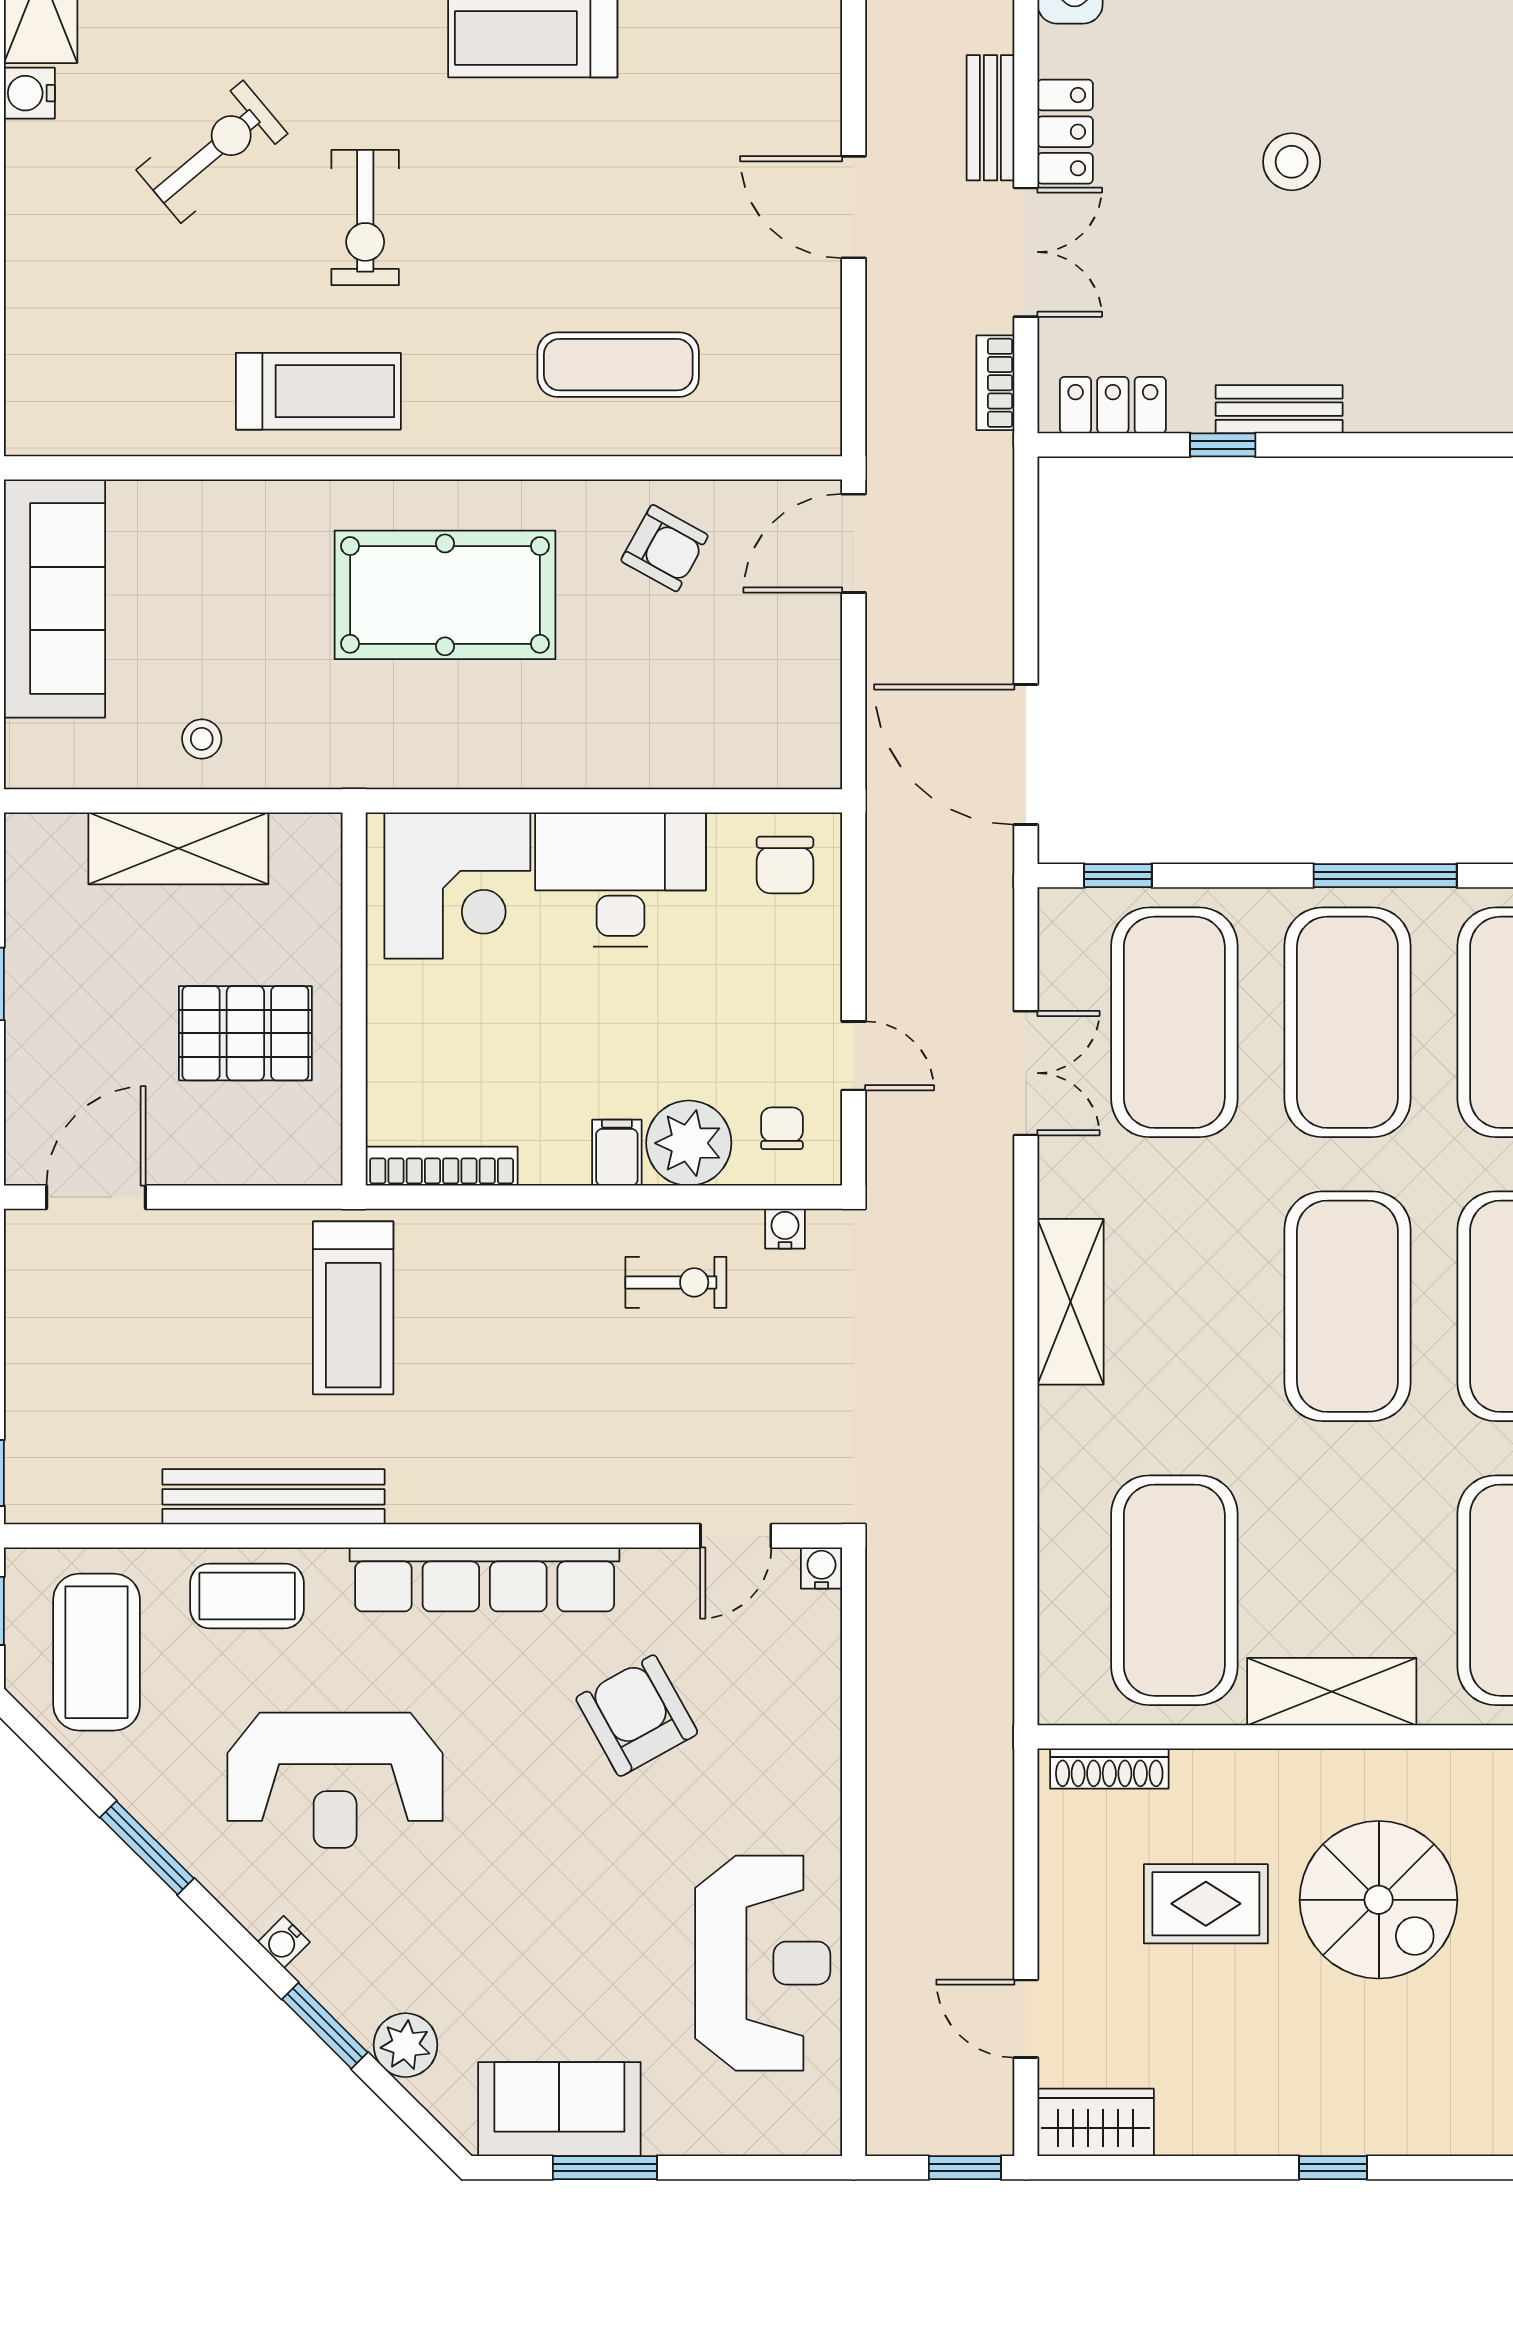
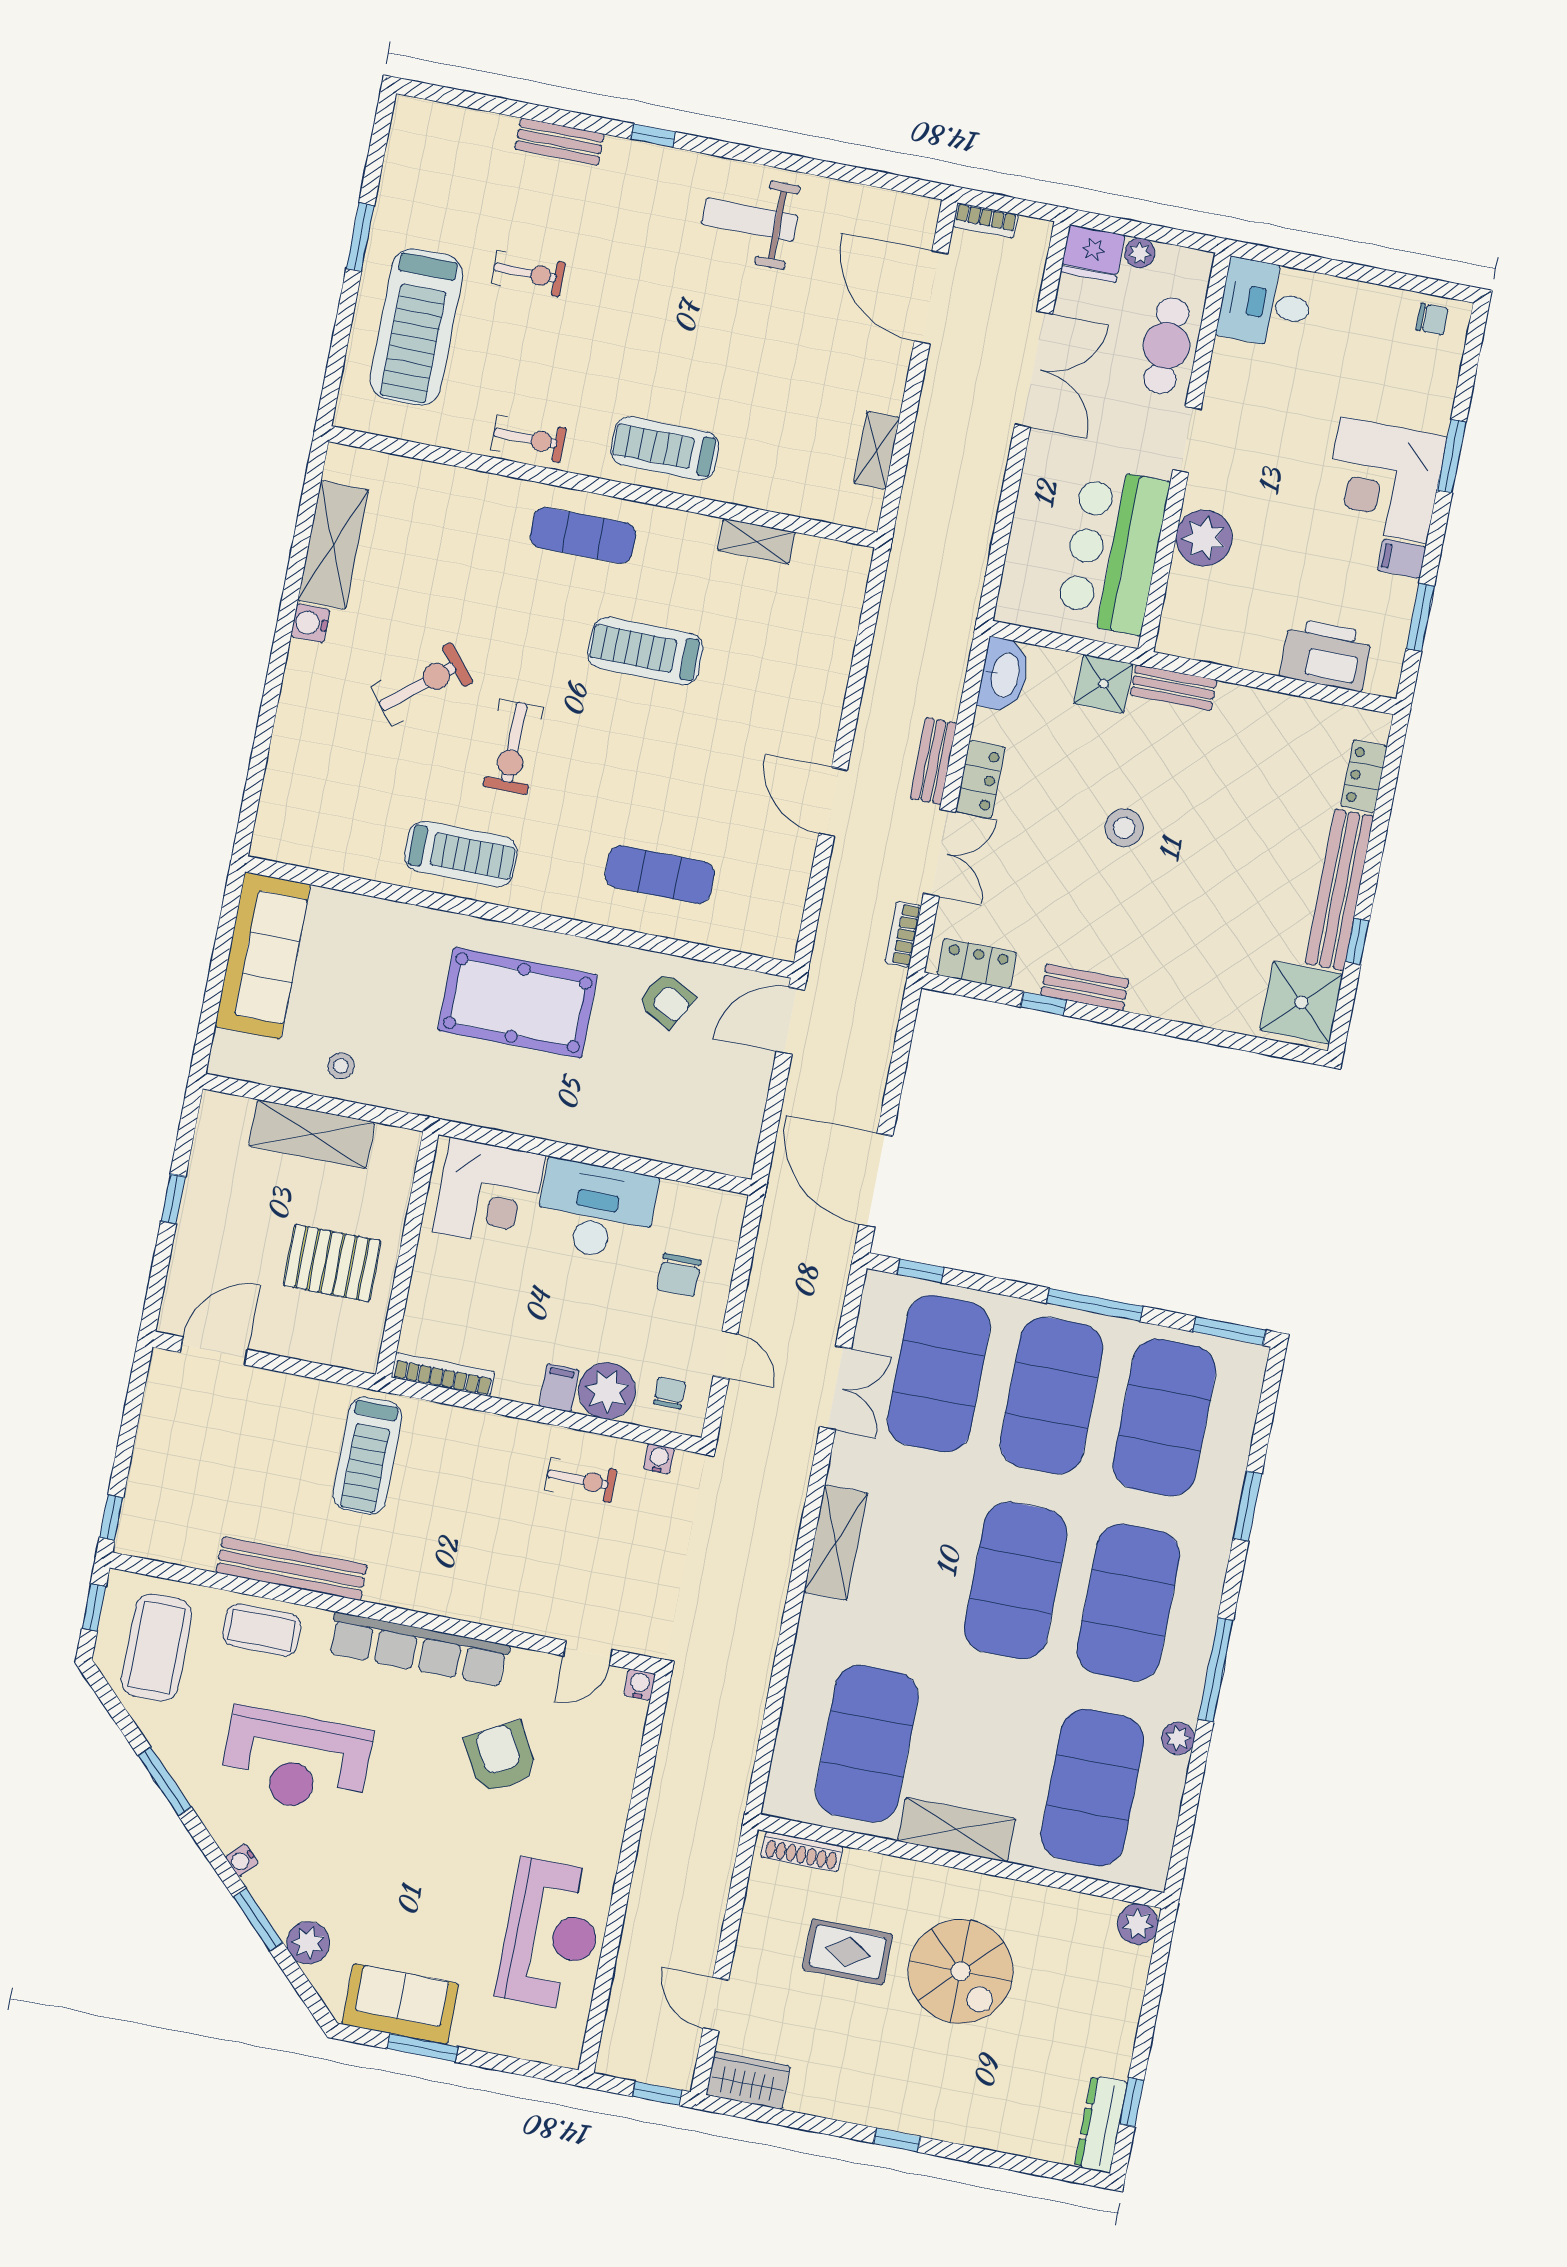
chair: (785, 865) -> (679, 1275), moved

